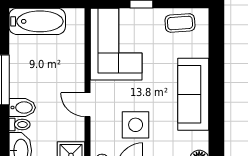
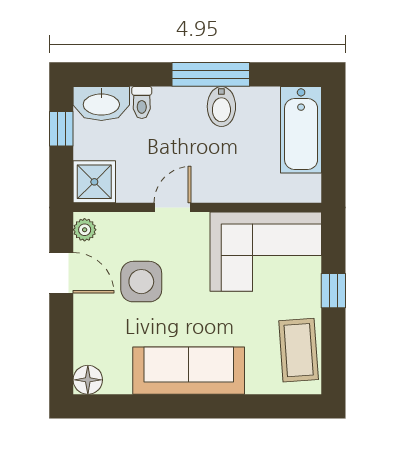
coffee table: (180, 23) -> (299, 350), width x1.36, depth x1.30
bidet: (22, 108) -> (221, 107), moved

